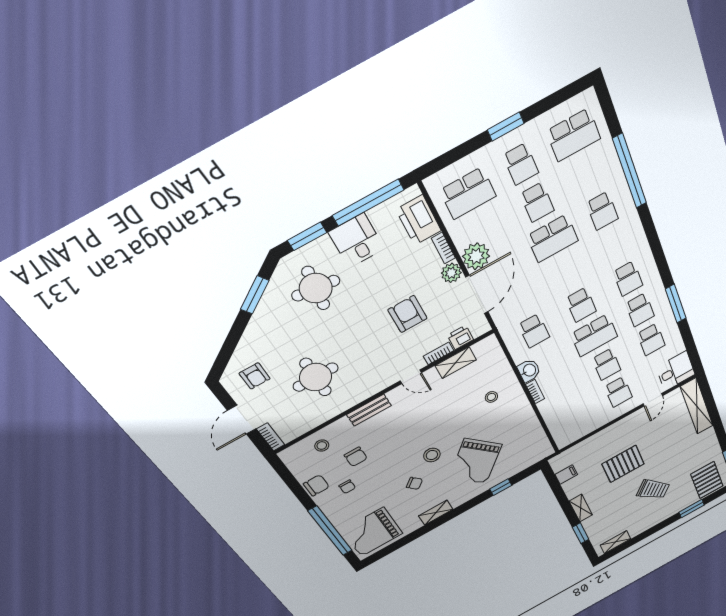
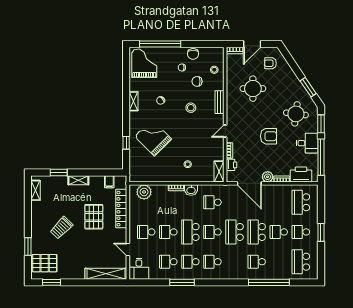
plant: (476, 256) -> (144, 192), moved
school desk: (567, 272) -> (235, 232), added
armchair: (408, 314) -> (268, 136), moved
shelving: (456, 363) -> (219, 172), moved
door: (242, 420) -> (252, 44), swing flipped
locker: (598, 440) -> (121, 209), added
stool: (432, 455) -> (191, 108), moved

